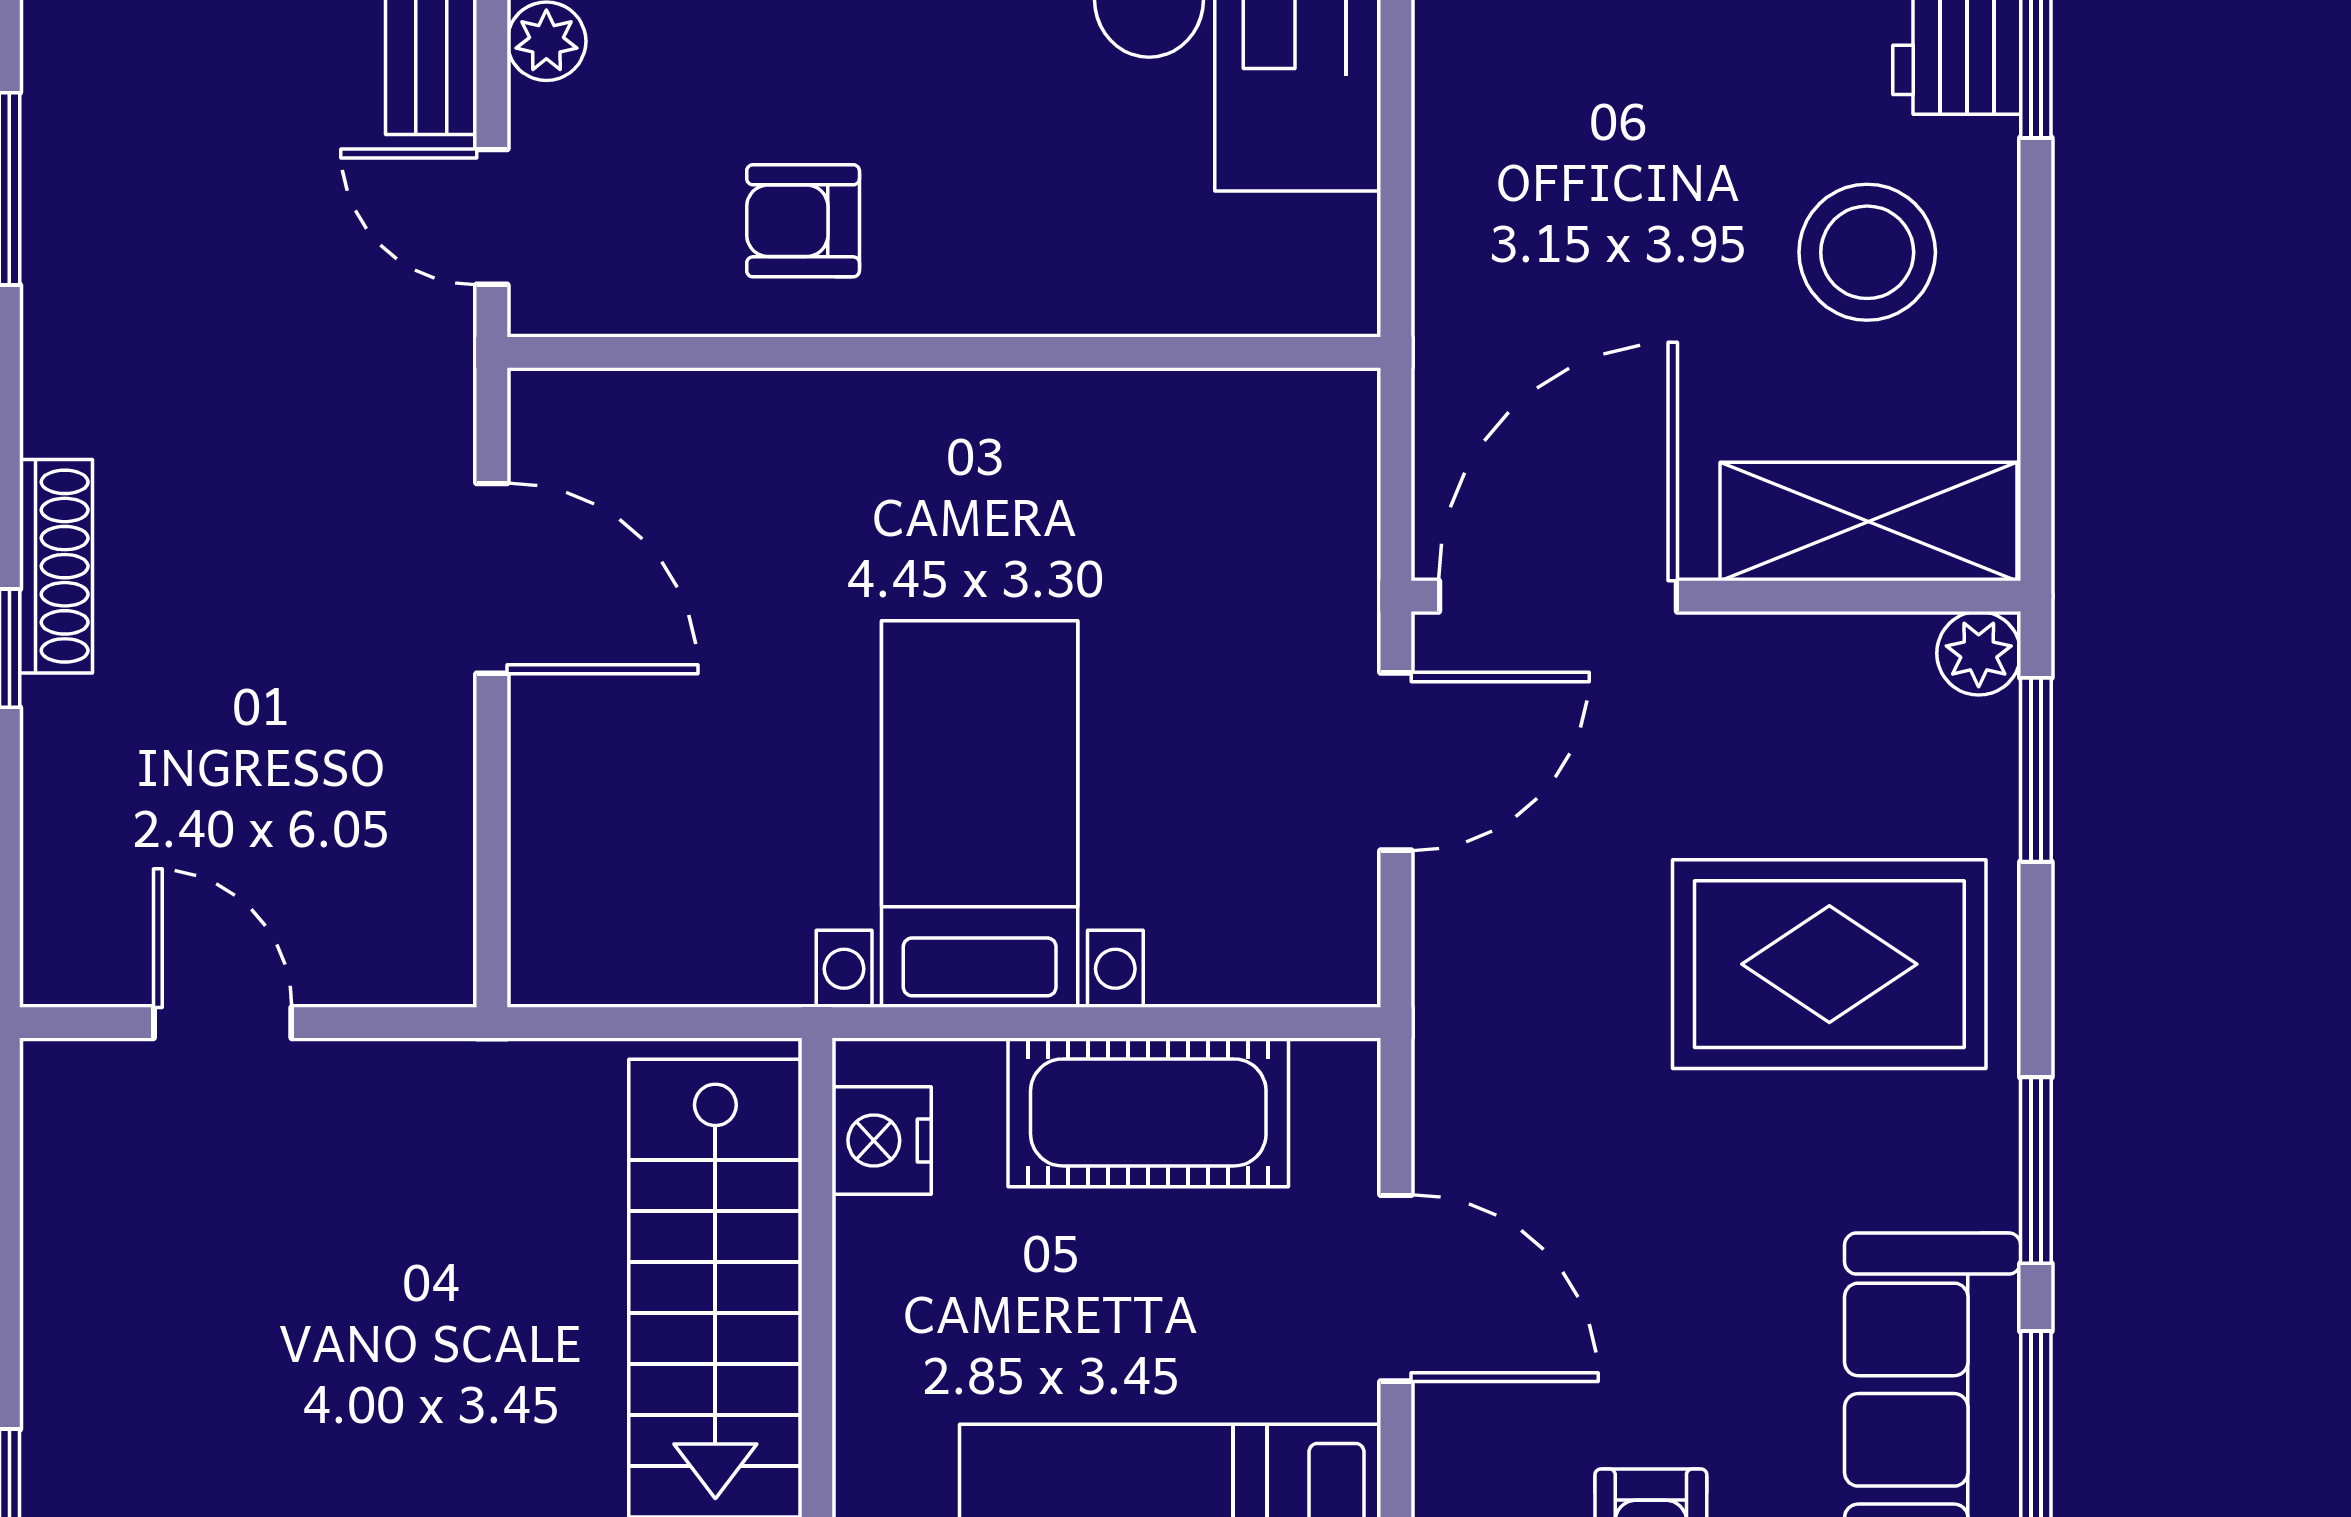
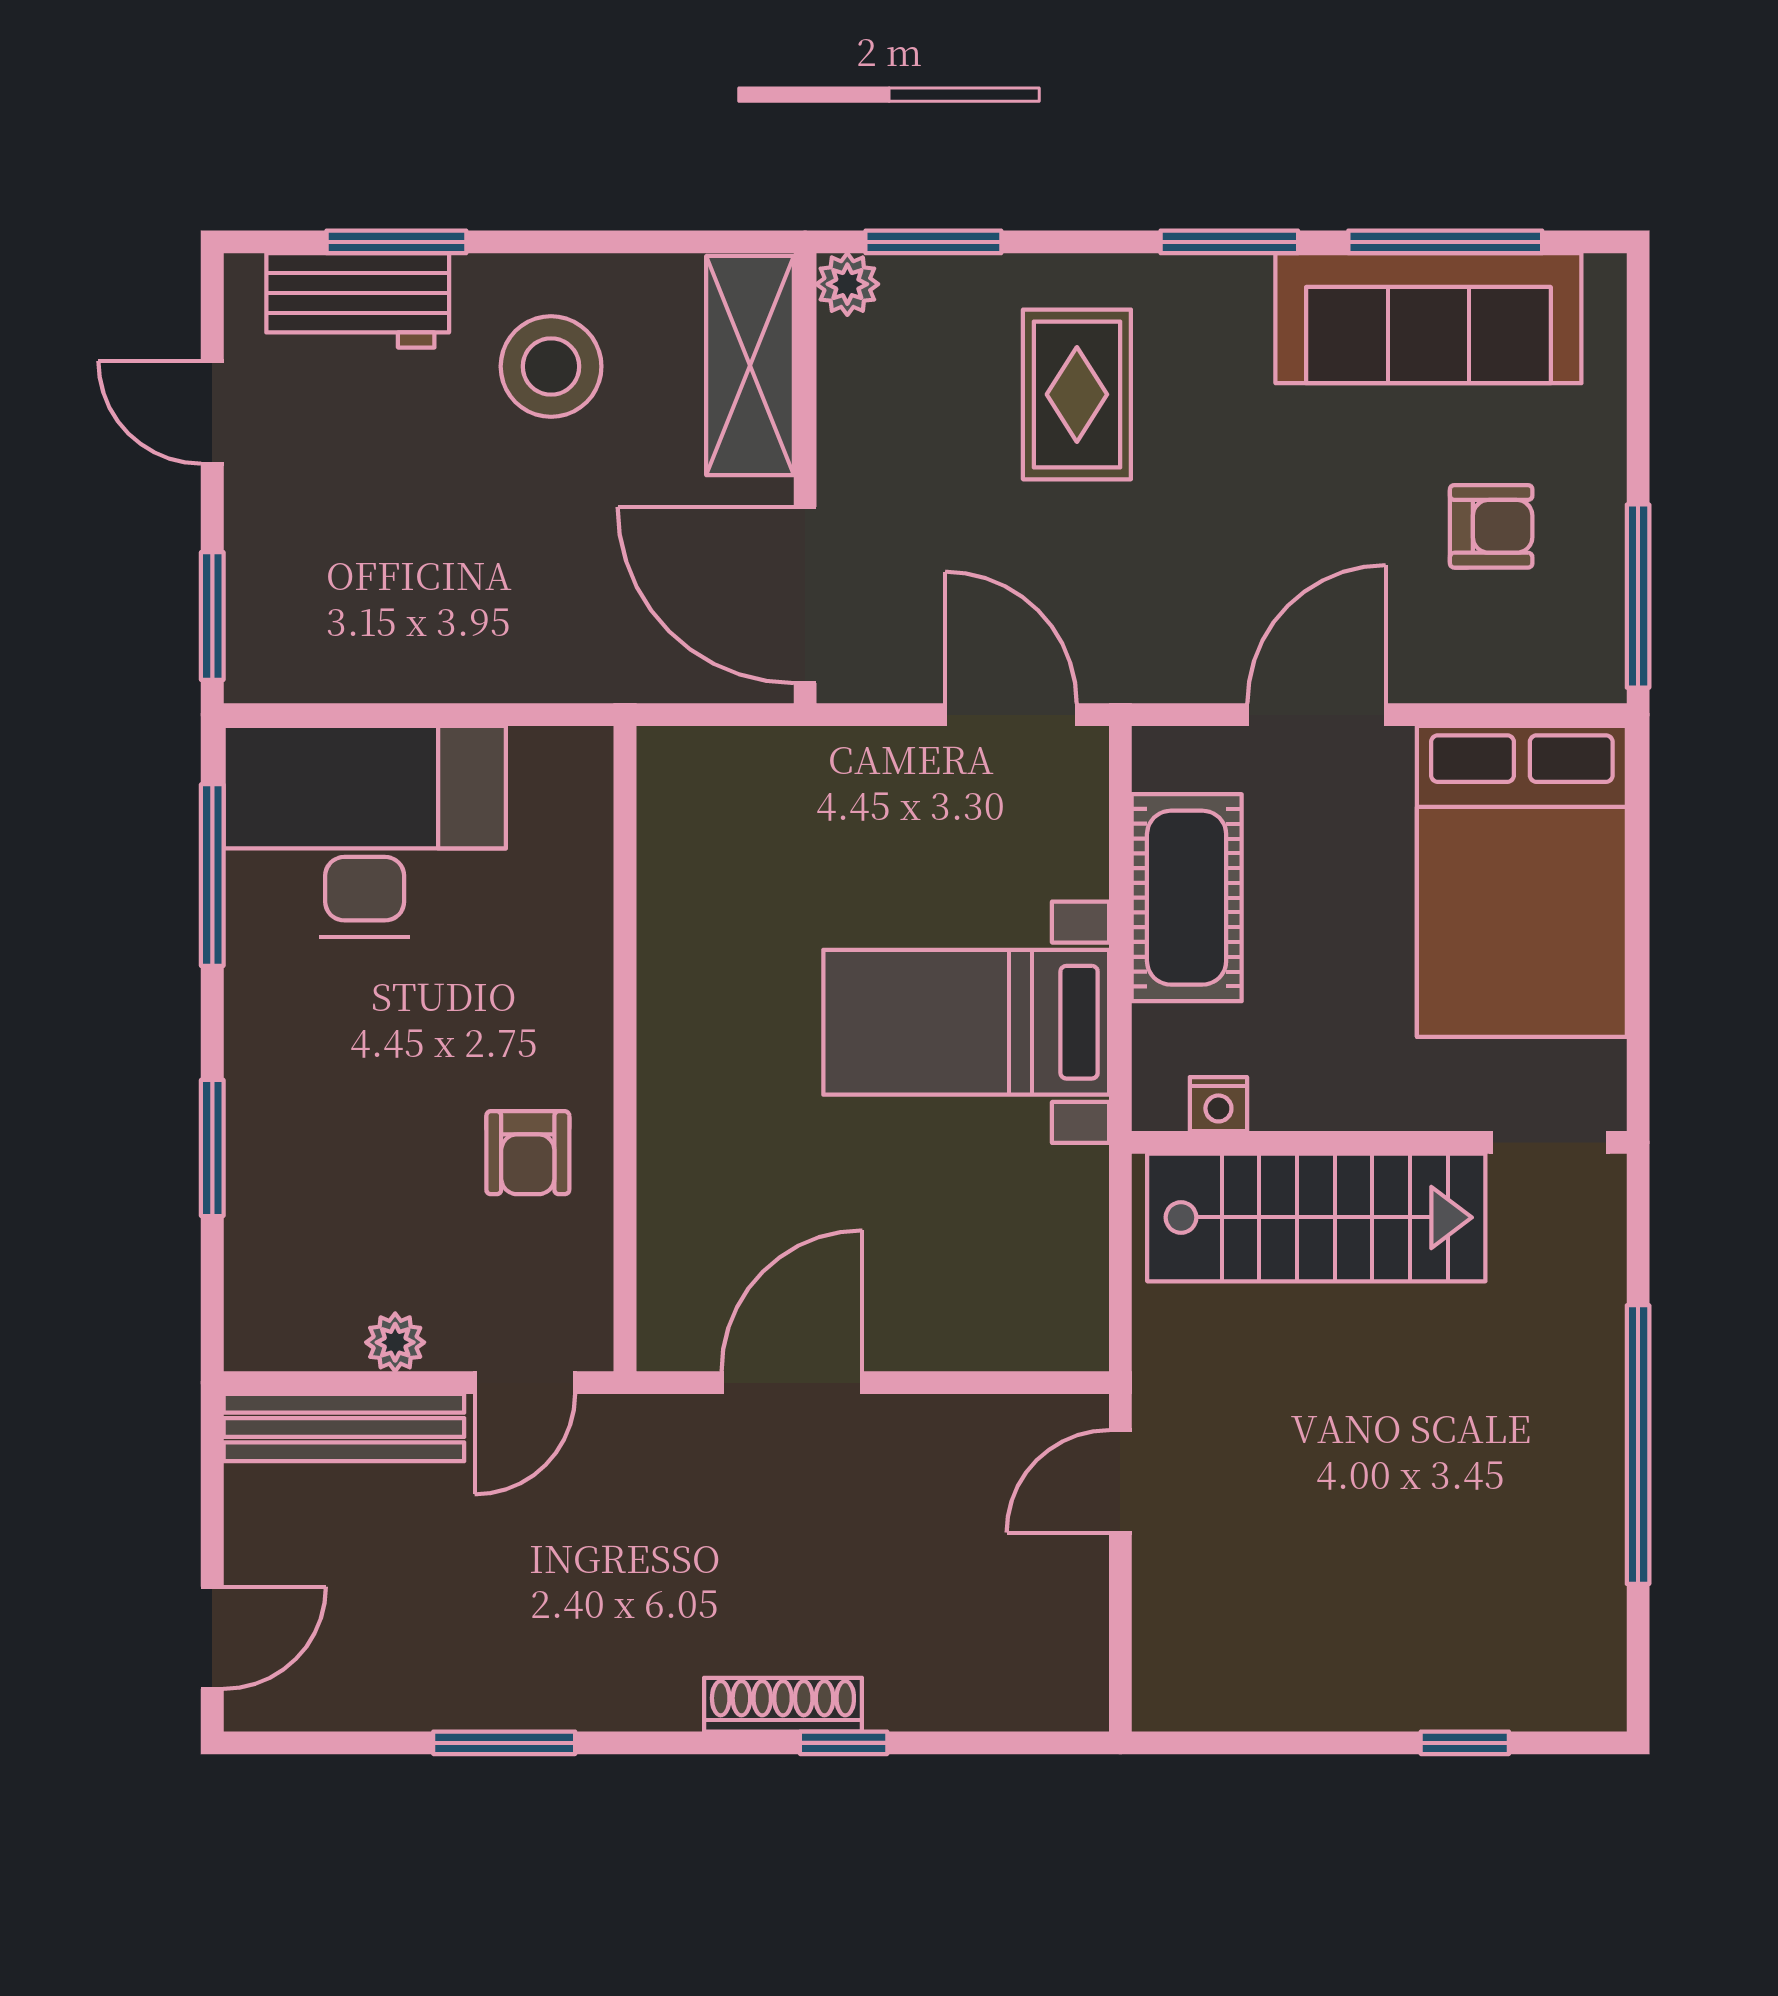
door: (1396, 761) -> (1011, 715), moved
rug: (1829, 964) -> (1077, 394), width x0.73, depth x0.70
door: (223, 1023) -> (1120, 1481), moved
nightstand: (882, 1141) -> (1218, 1104), width x0.72, depth x0.74

